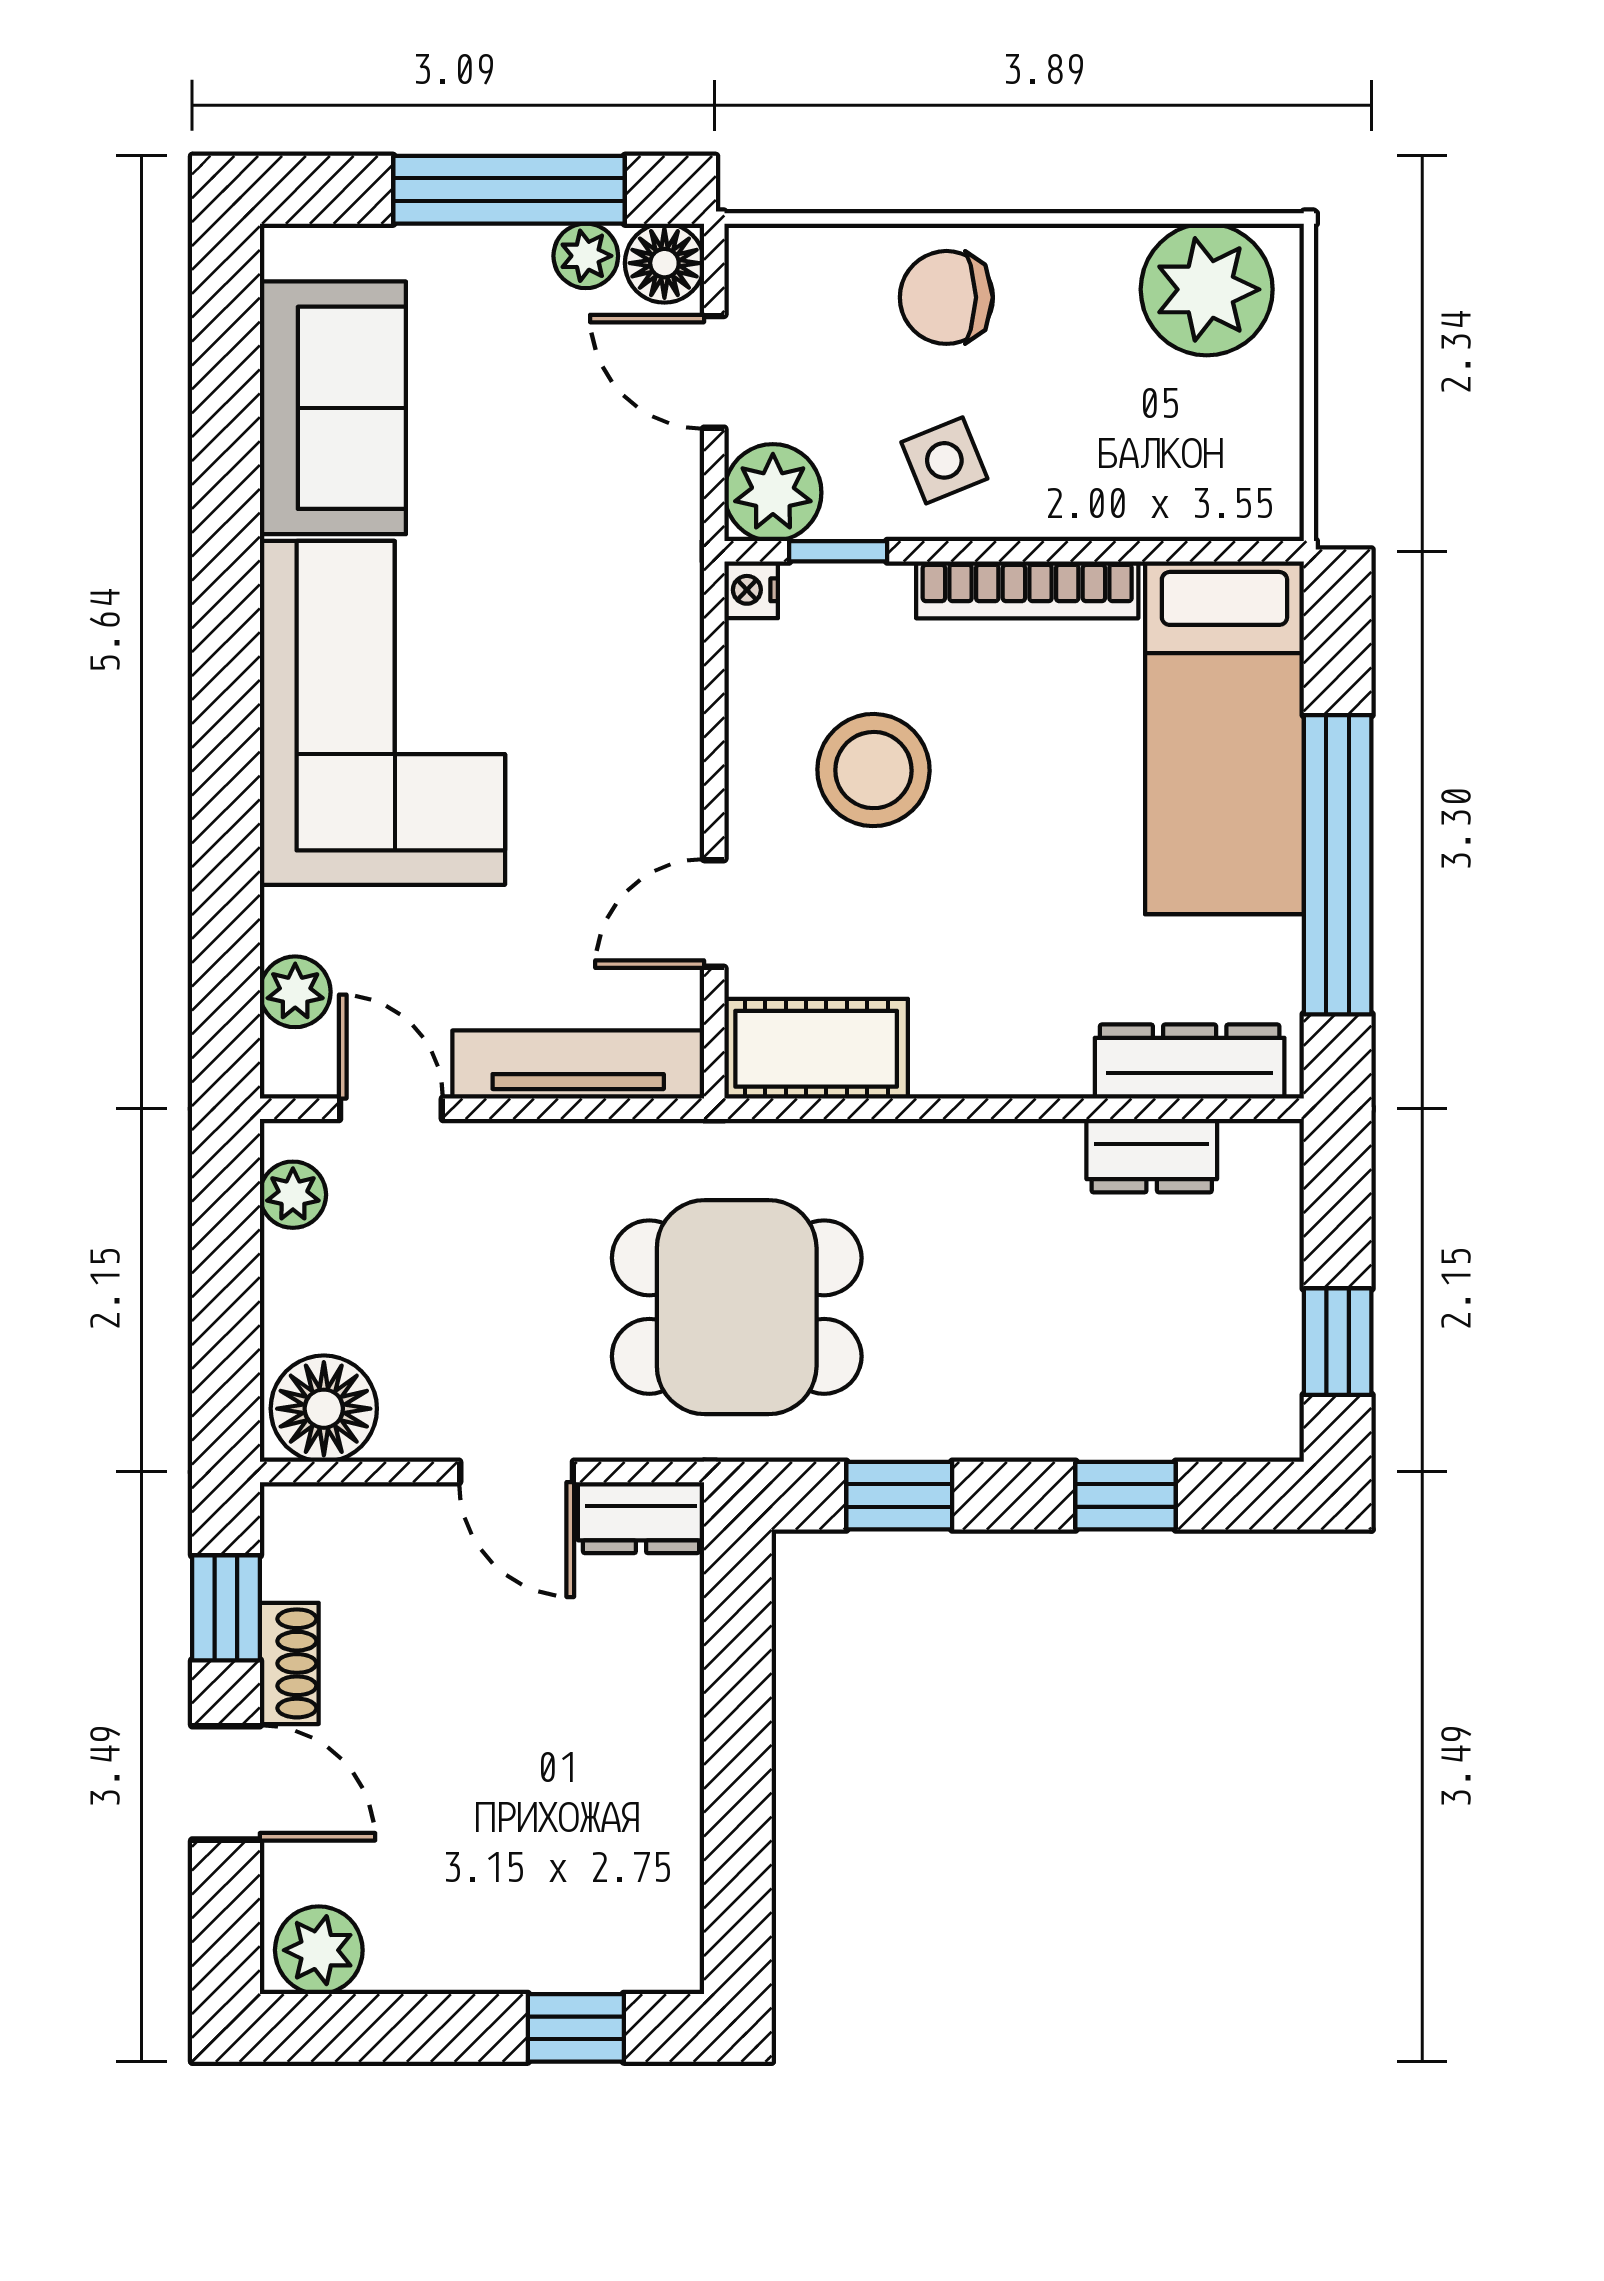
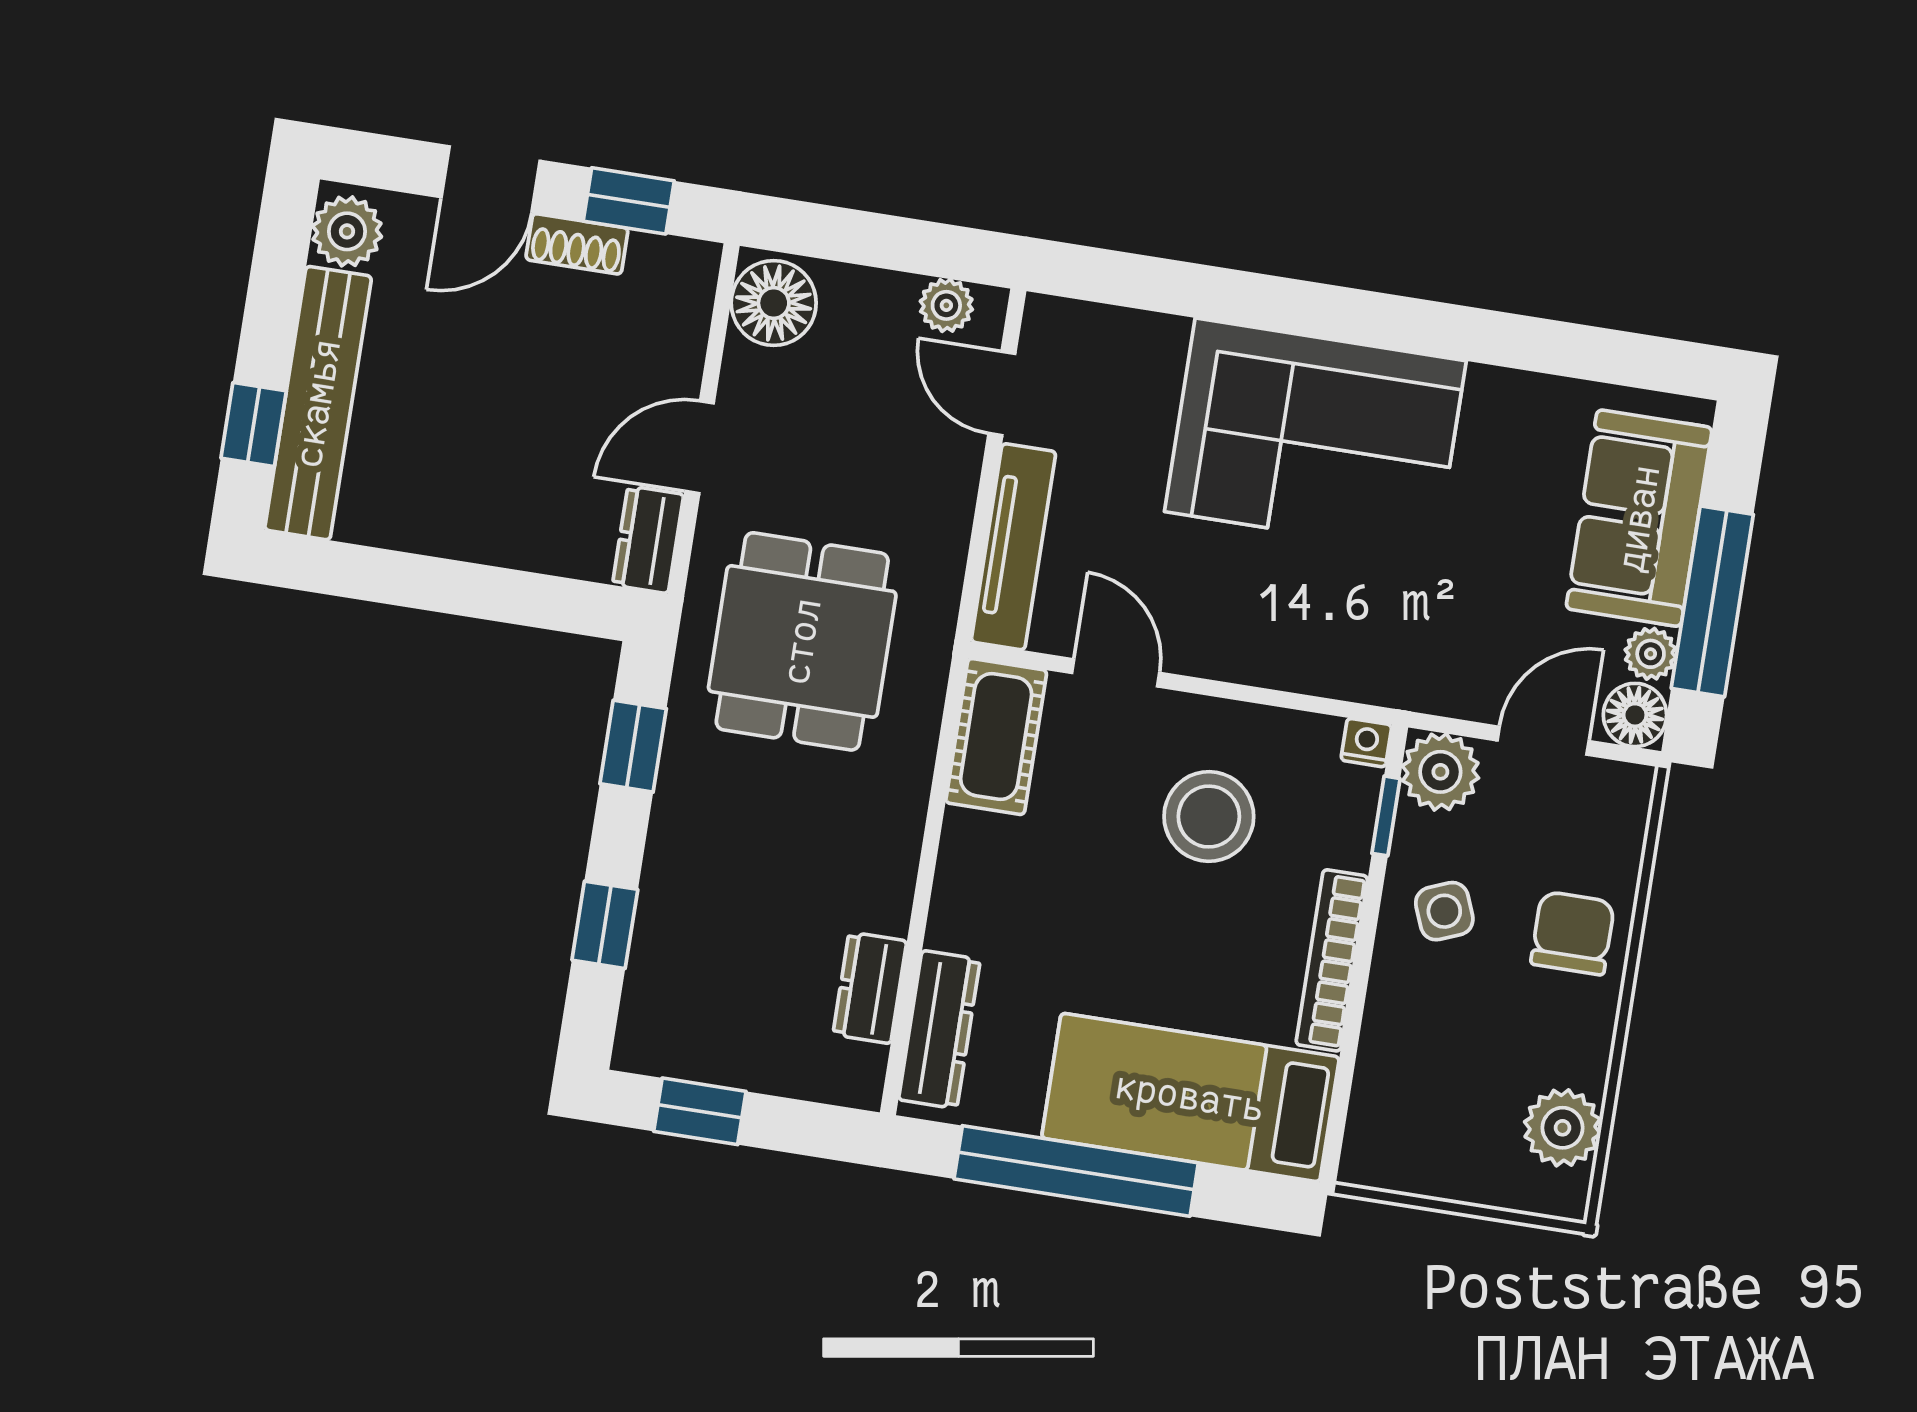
plant: (1207, 289) -> (1563, 1128), width x0.73, depth x0.73
sofa: (333, 408) -> (1639, 518), moved, turned 90
plant: (295, 992) -> (1106, 332), removed
door: (391, 1109) -> (1002, 393), swing flipped
bench: (537, 1952) -> (318, 403), added

